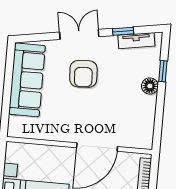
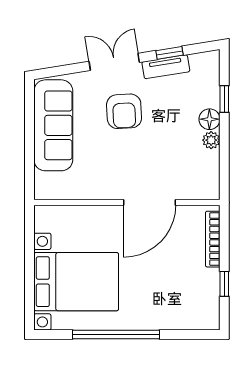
tv unit: (136, 41) -> (166, 67), moved
plant: (150, 103) -> (211, 140), added

